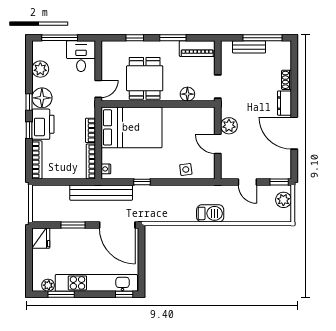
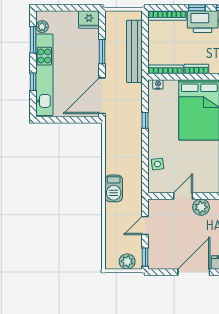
bench: (101, 193) -> (134, 51), moved
window: (124, 294) -> (33, 82), moved

